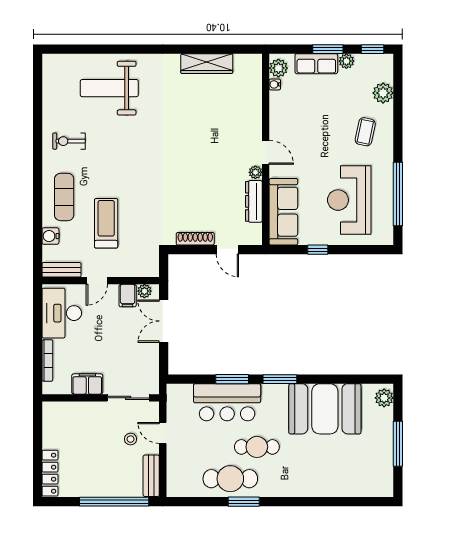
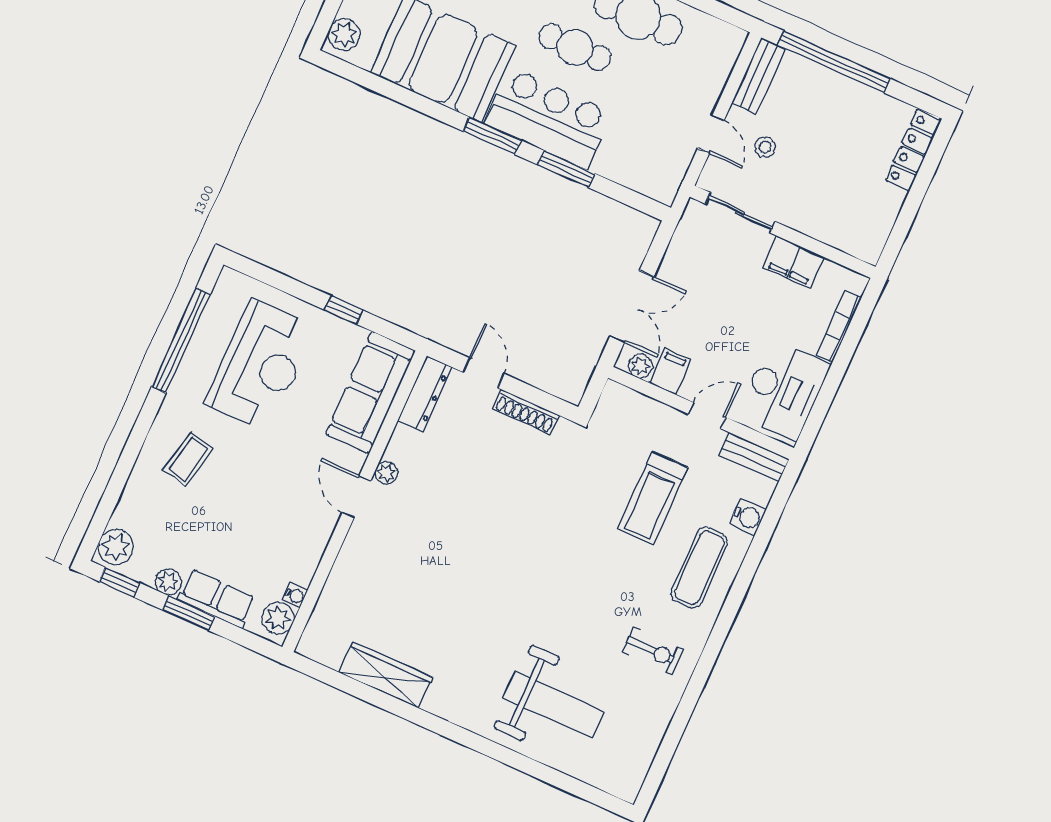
plant: (383, 93) -> (116, 547), moved
dresser: (254, 201) -> (425, 394), moved
bar counter: (227, 402) -> (548, 118), moved

